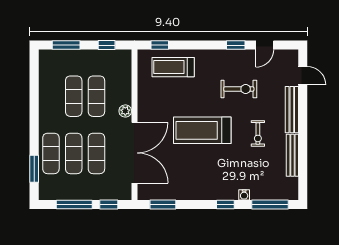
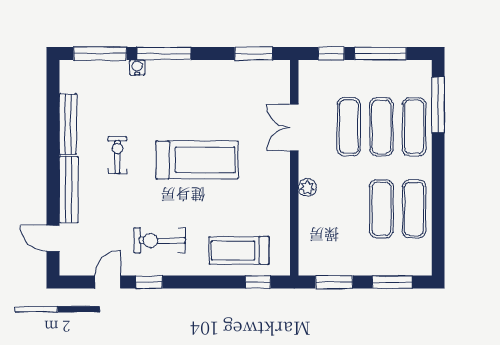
window: (107, 45) -> (334, 282), width x1.50
treadmill: (173, 67) -> (239, 251), turned 180
exercise bike: (239, 89) -> (160, 240), moved
exercise mat: (96, 96) -> (414, 209), moved
double door: (134, 153) -> (294, 128), width x0.54
window: (34, 169) -> (438, 105), width x1.44
window: (225, 204) -> (164, 54), width x2.17

